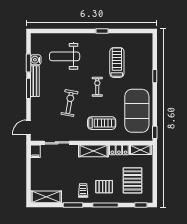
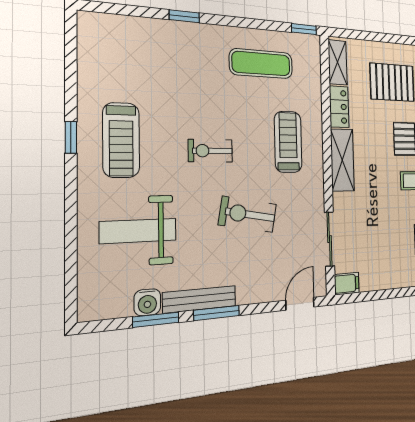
weight bench: (65, 56) -> (138, 231), turned 90
treadmill: (117, 62) -> (121, 140), moved, turned -90
exercise mat: (137, 111) -> (261, 64), width x0.50, depth x0.69
door: (28, 127) -> (300, 304), swing flipped

